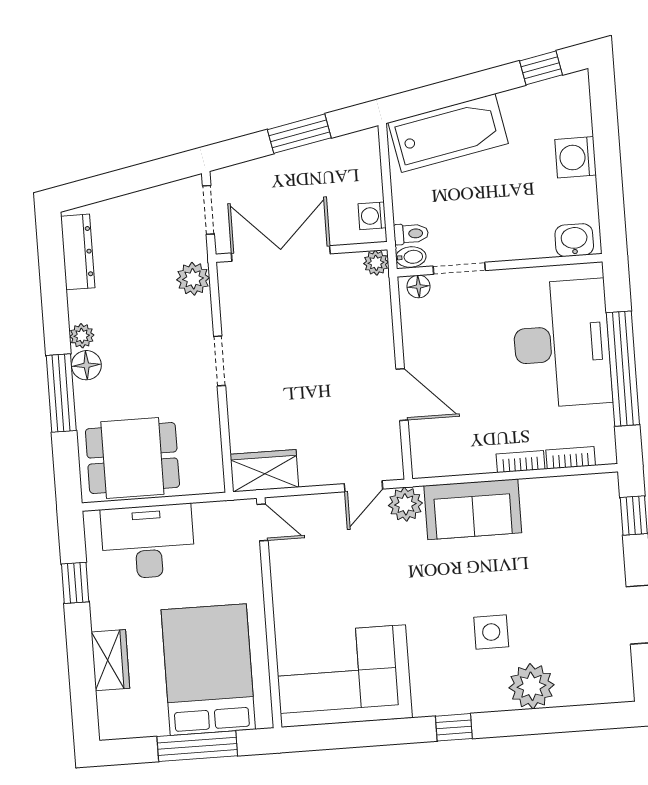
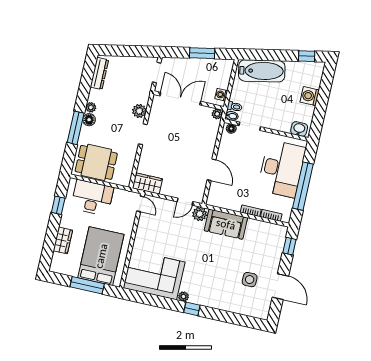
plant: (193, 279) -> (139, 111), moved
side table: (491, 632) -> (250, 280), moved
plant: (532, 686) -> (184, 297), moved, width x0.53, depth x0.53

